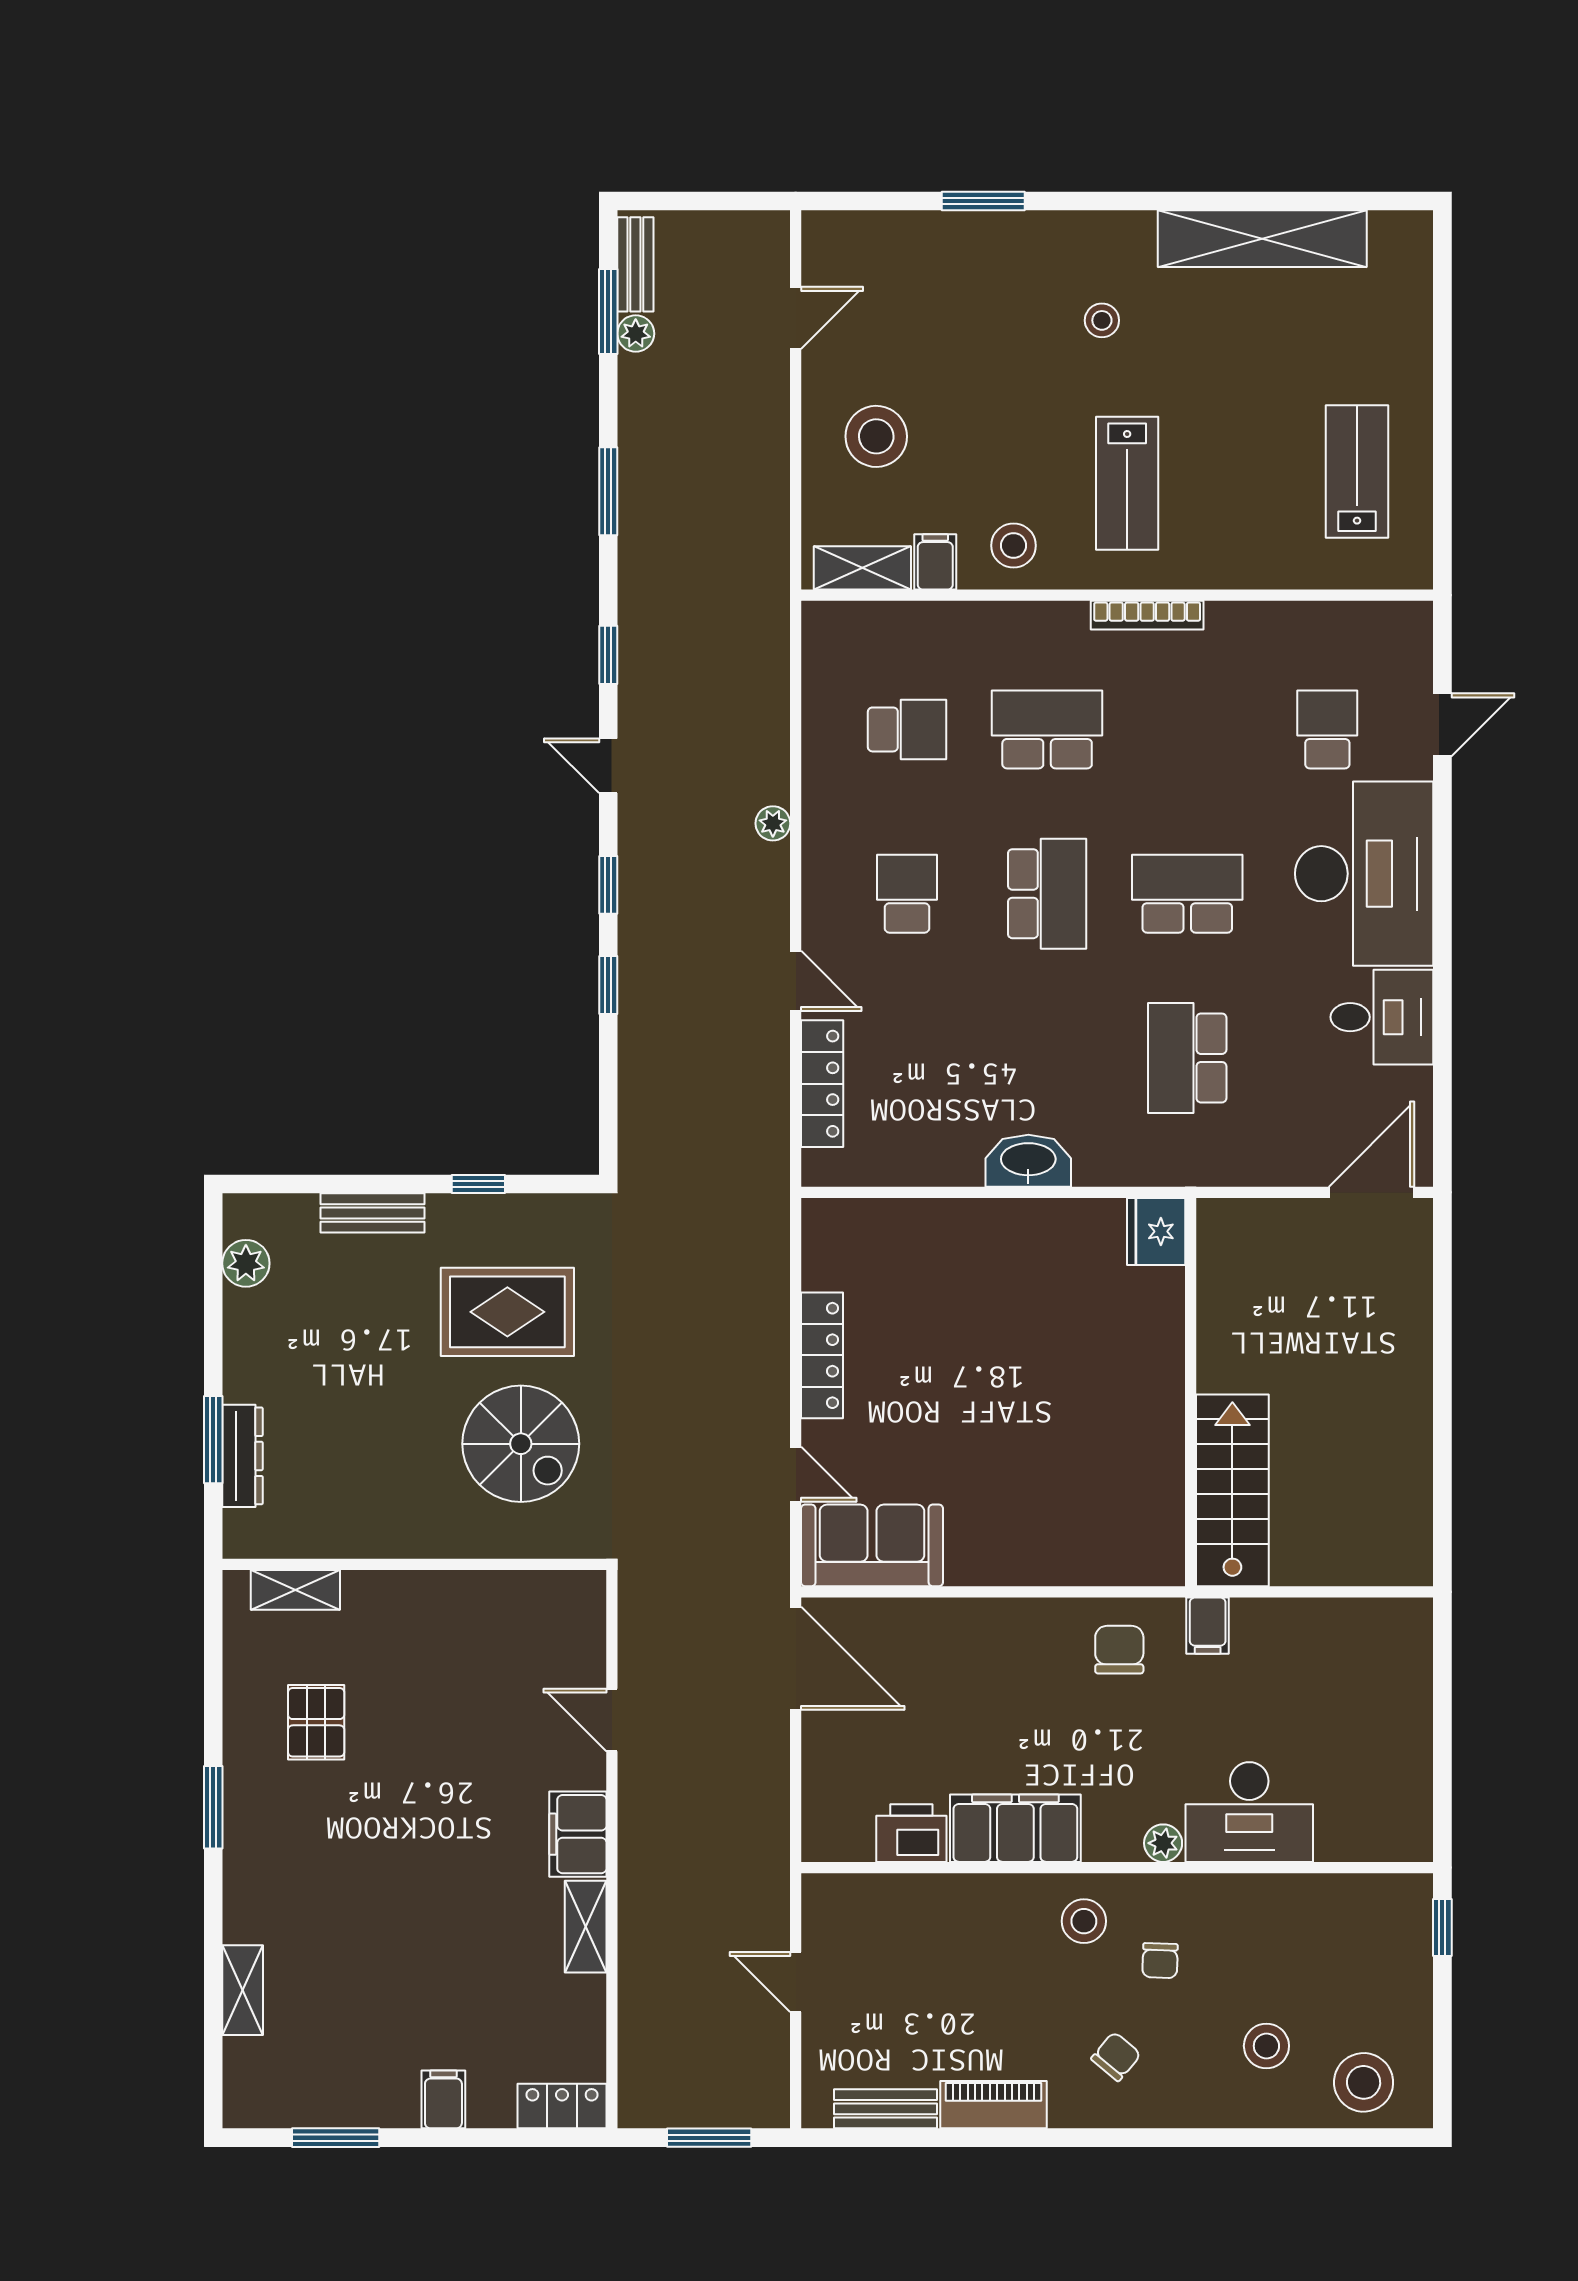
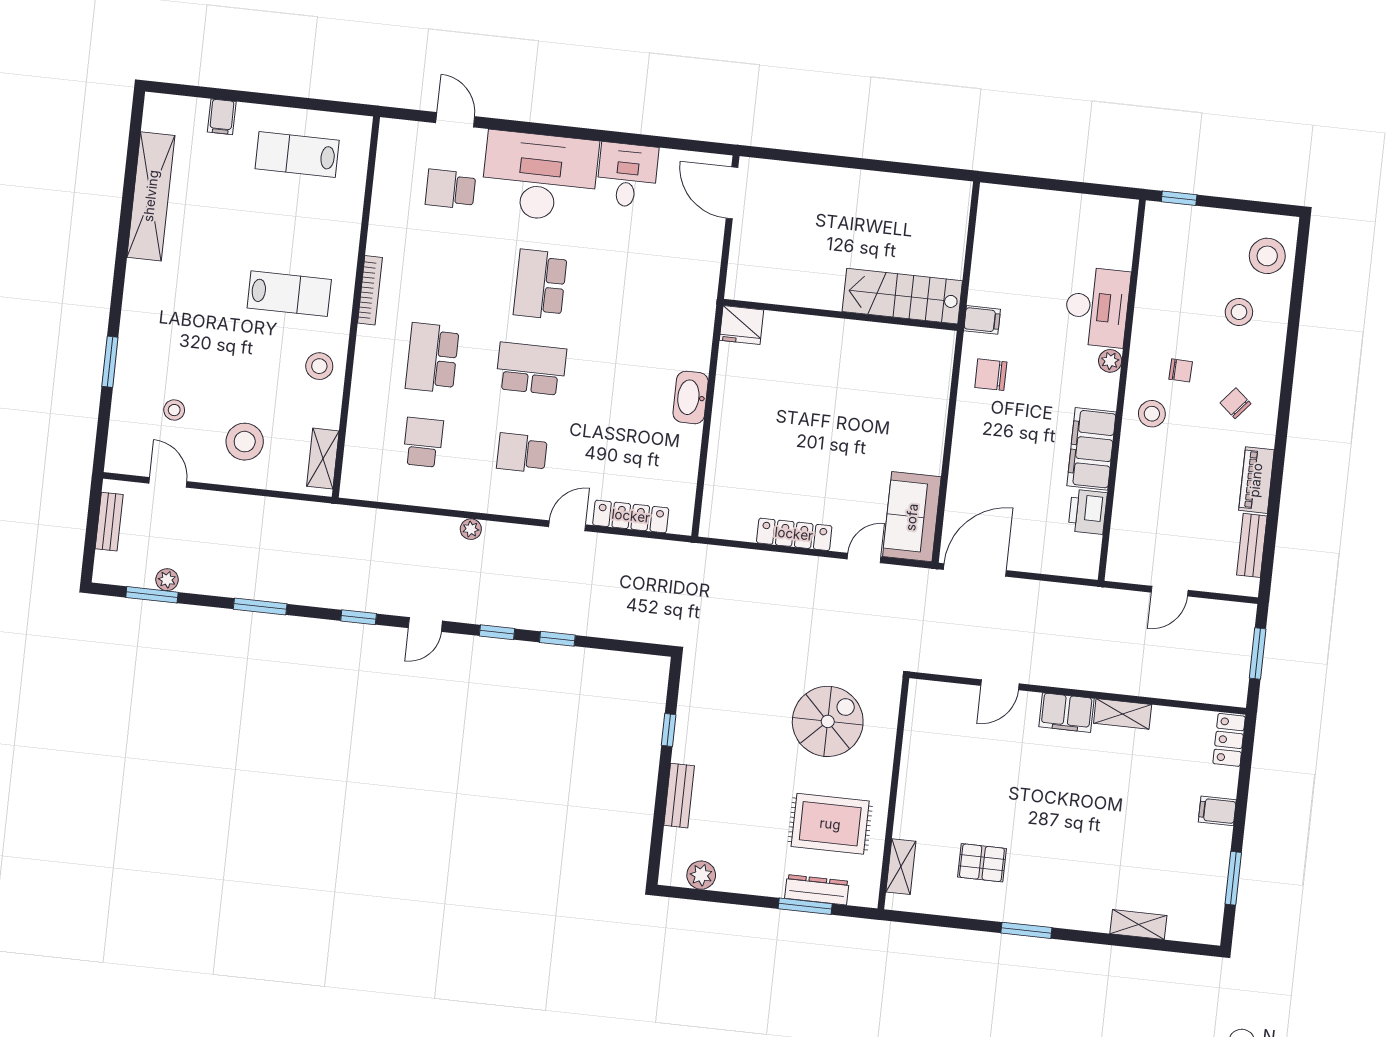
bench: (635, 264) -> (109, 522), moved, turned 90
stool: (1102, 320) -> (174, 410), moved
filing cabinet: (935, 562) -> (222, 117), moved, turned -90
school desk: (1187, 1058) -> (639, 295), removed
rug: (507, 1312) -> (830, 824), moved, turned 90

